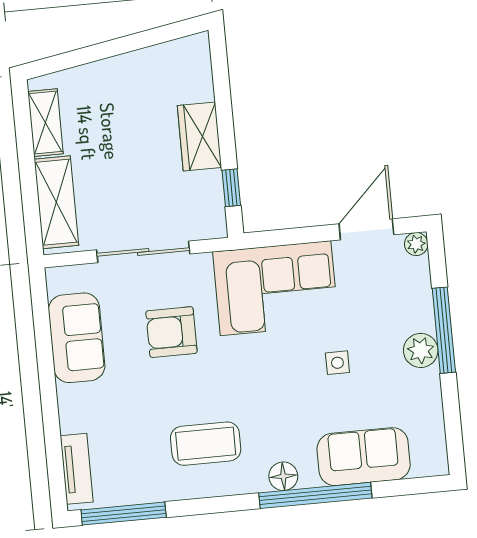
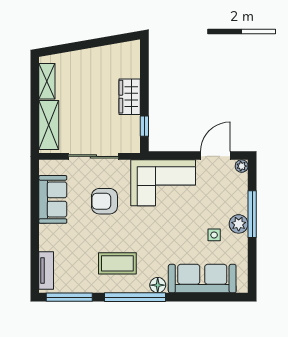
side table: (337, 363) -> (214, 235), moved
sofa: (364, 457) -> (202, 279), width x1.36
window: (315, 495) -> (135, 297), moved

